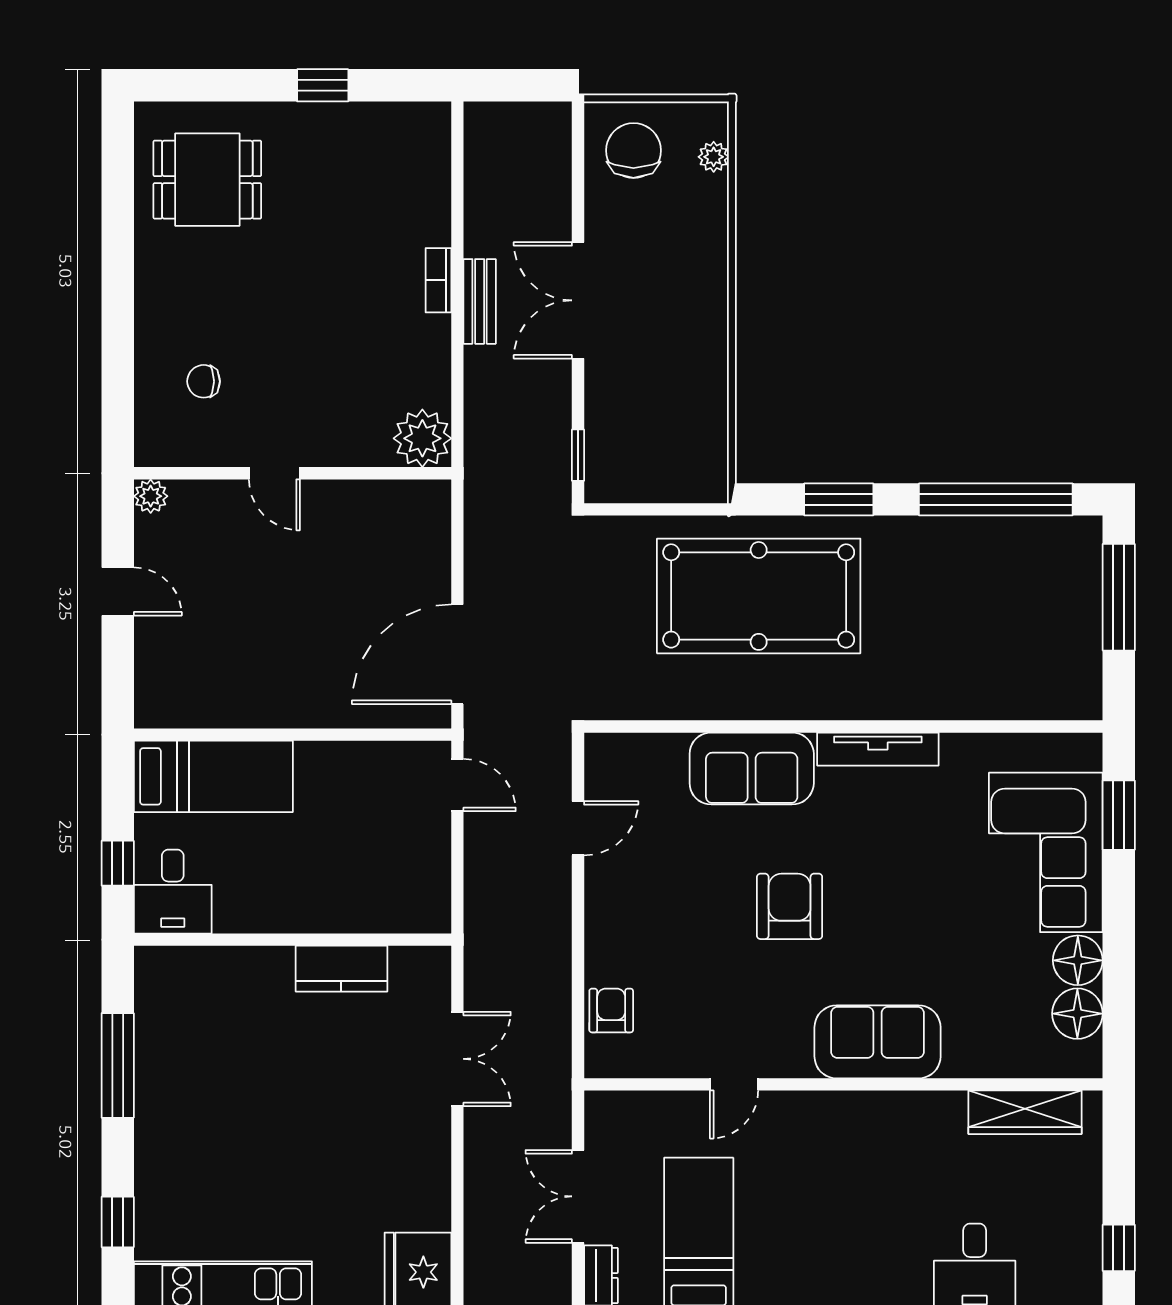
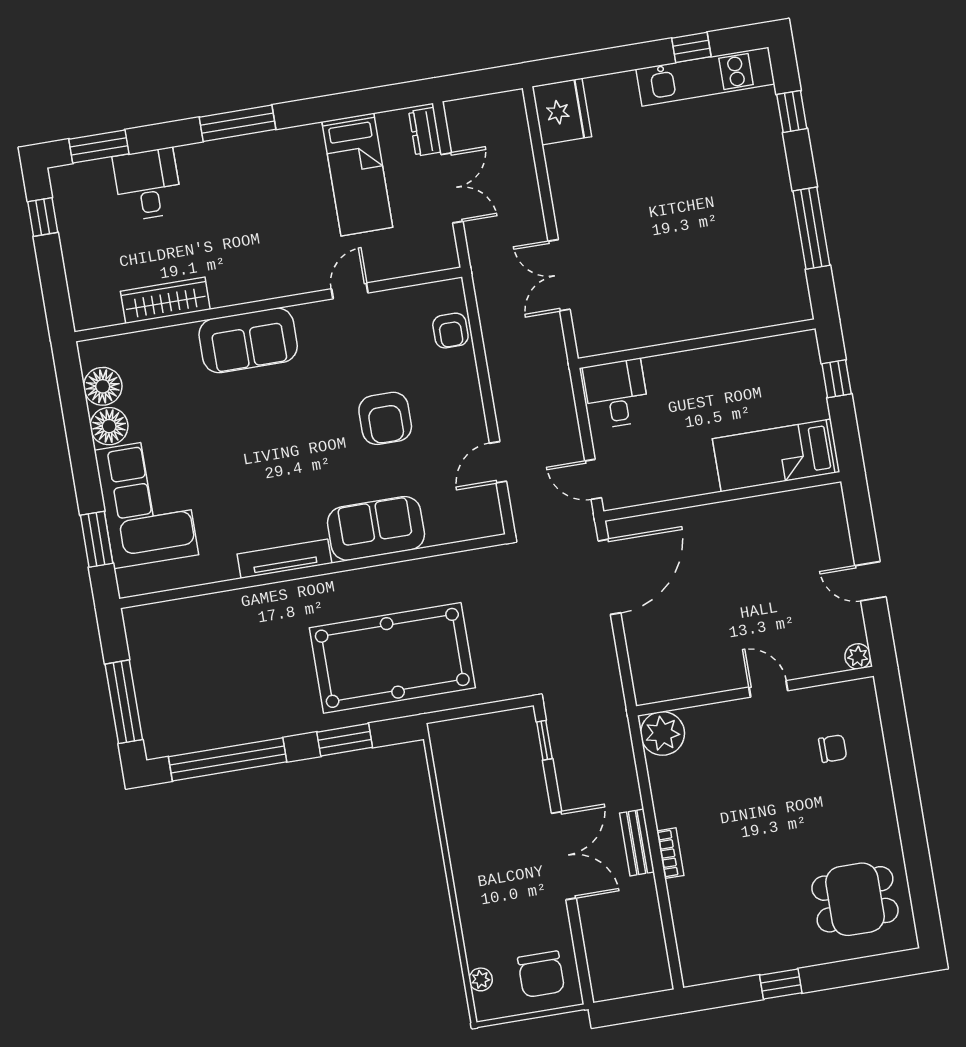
desk: (173, 892) -> (616, 394), moved
armchair: (790, 906) -> (385, 418), moved
kitchen counter: (341, 969) -> (657, 328), removed
wardrobe: (1025, 1112) -> (165, 300), moved

